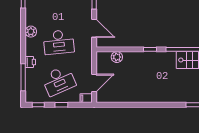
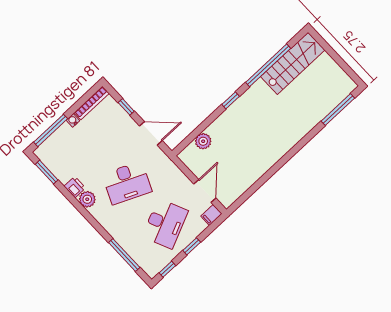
desk: (59, 42) -> (127, 183), turned 30
printer: (30, 62) -> (75, 187), moved

